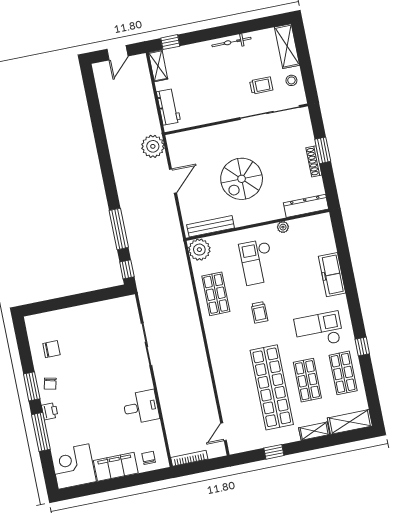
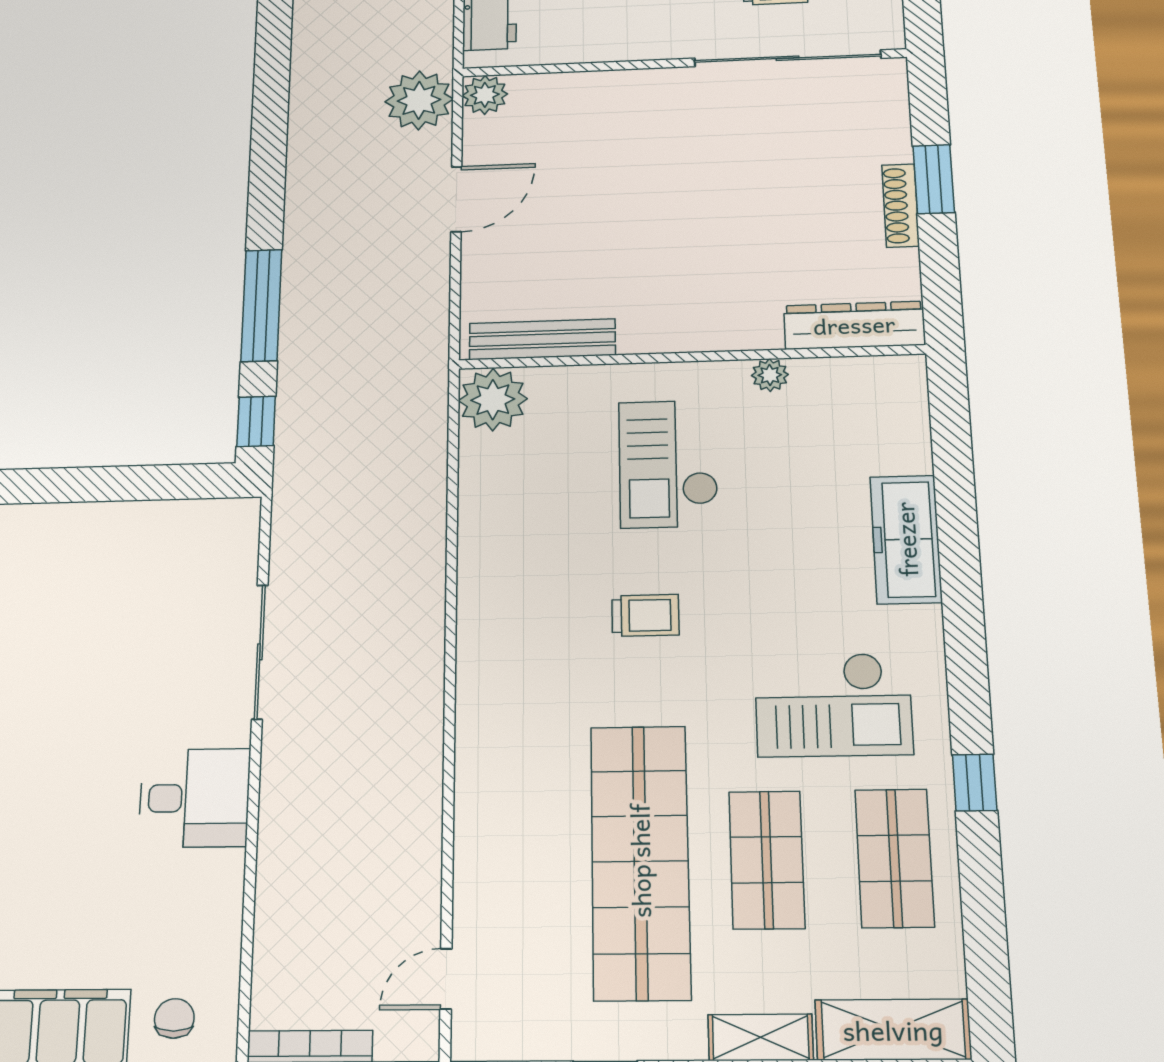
plant: (174, 141) -> (485, 95), added
spiral stairs: (242, 179) -> (666, 222), removed
shop shelf: (216, 294) -> (516, 536), removed
trolley: (259, 312) -> (645, 615), turned -90
checkout: (319, 330) -> (833, 705), turned 180
desk: (141, 407) -> (194, 798), moved

